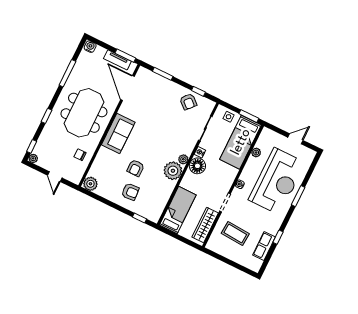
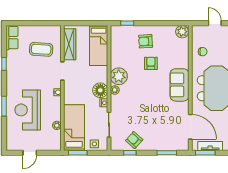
reception desk: (277, 181) -> (28, 110), width x0.74, depth x0.77
row of seats: (264, 246) -> (12, 38), moved

